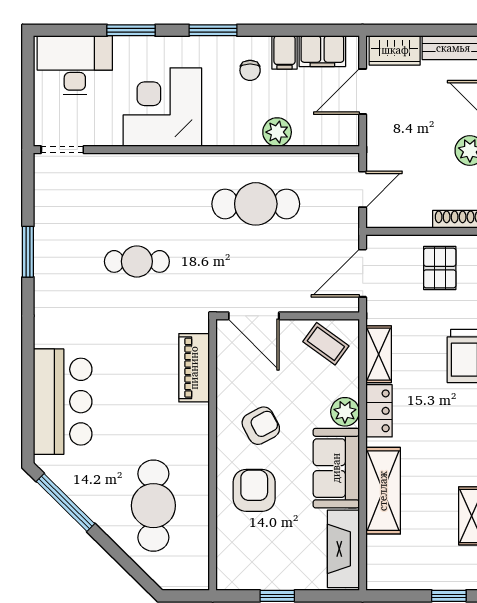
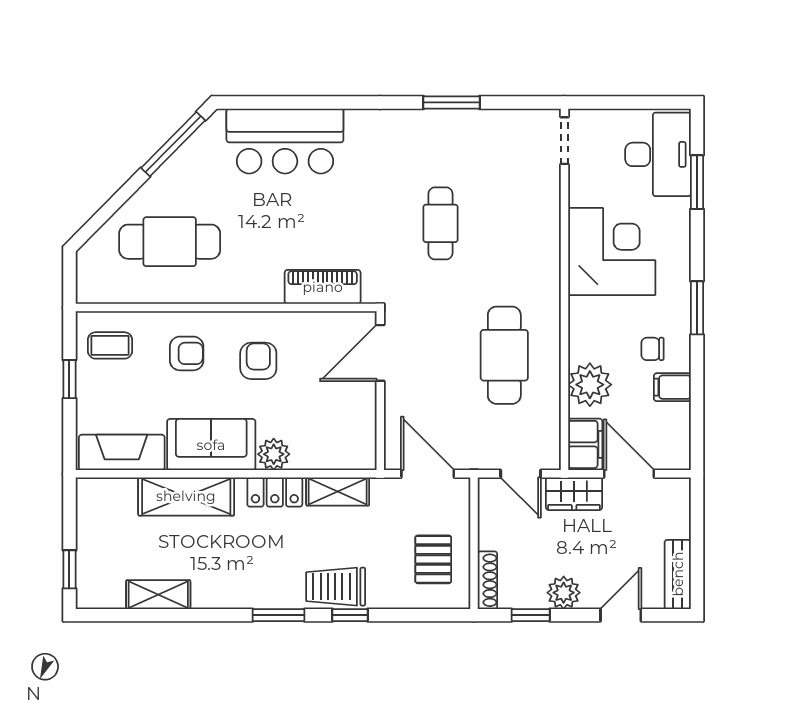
window: (131, 30) -> (697, 182), moved
wardrobe: (395, 50) -> (574, 494), moved, turned -90
filing cabinet: (322, 51) -> (585, 444), moved, turned 180
plant: (277, 132) -> (590, 385), width x1.36, depth x1.36
pallet: (440, 268) -> (433, 559), turned 90
coffee table: (326, 344) -> (110, 345), moved, turned 54
armchair: (261, 426) -> (258, 361), turned -152
armchair: (254, 490) -> (187, 353), width x0.72, depth x0.72

